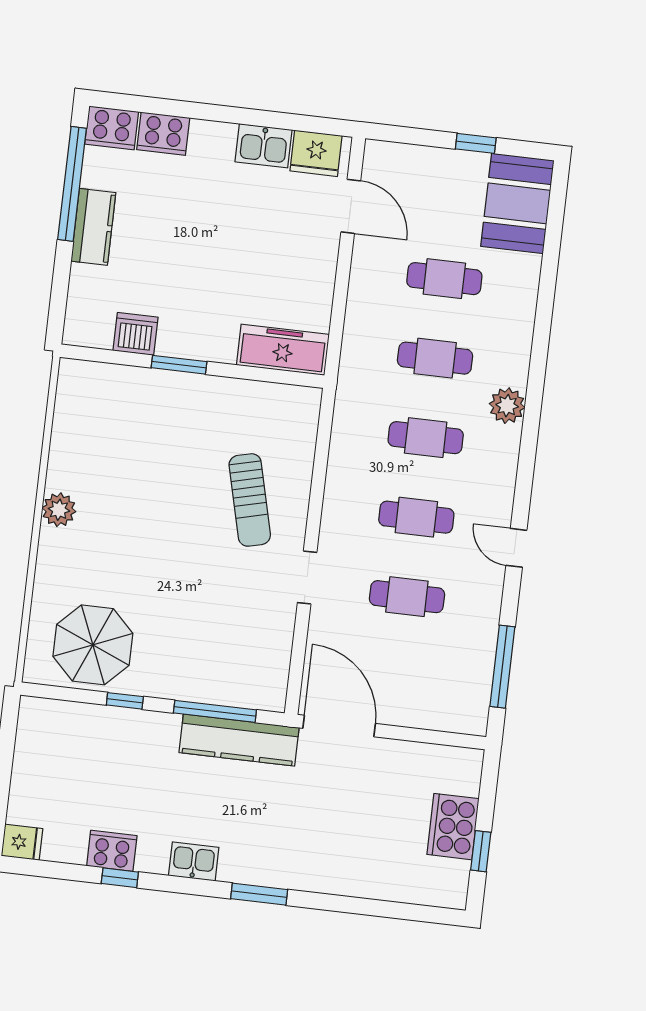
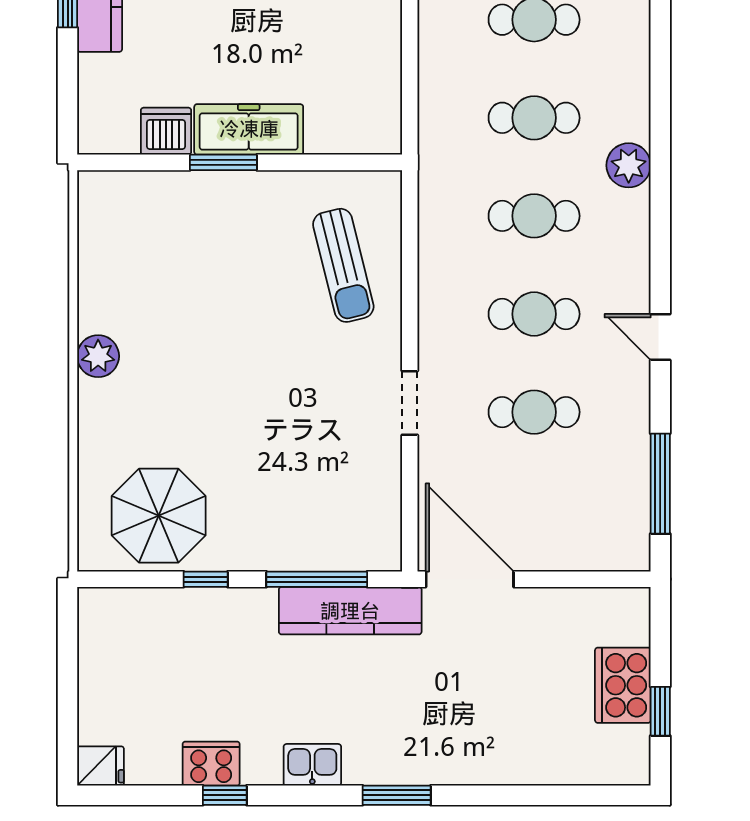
freezer: (283, 350) -> (249, 129), moved
sun lounger: (250, 500) -> (343, 265), moved

